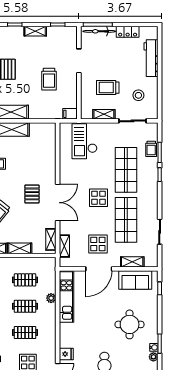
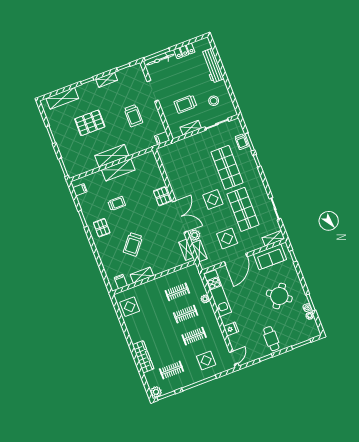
checkout: (84, 141) -> (183, 156), removed
pallet: (32, 194) -> (162, 196), moved
plant: (65, 228) -> (195, 235), added
shelving: (20, 248) -> (163, 267), removed
shelving: (132, 262) -> (273, 238), moved
round table: (130, 324) -> (279, 296), turned 37
fridge: (66, 354) -> (231, 329), moved

